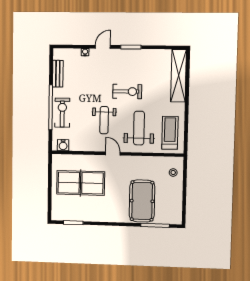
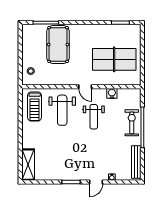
bench: (58, 74) -> (136, 162), width x1.36
shelving: (179, 76) -> (28, 165), width x0.68
exercise bike: (127, 91) -> (73, 143), removed
exercise bike: (62, 113) -> (132, 123), turned 180
weight bench: (104, 120) -> (94, 117), turned 180
water cooler: (63, 145) -> (112, 93), moved

